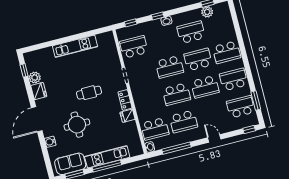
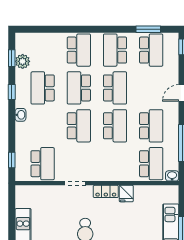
window: (158, 16) -> (12, 92), moved
school desk: (134, 47) -> (43, 164), turned 180
school desk: (241, 107) -> (151, 50), turned 180

